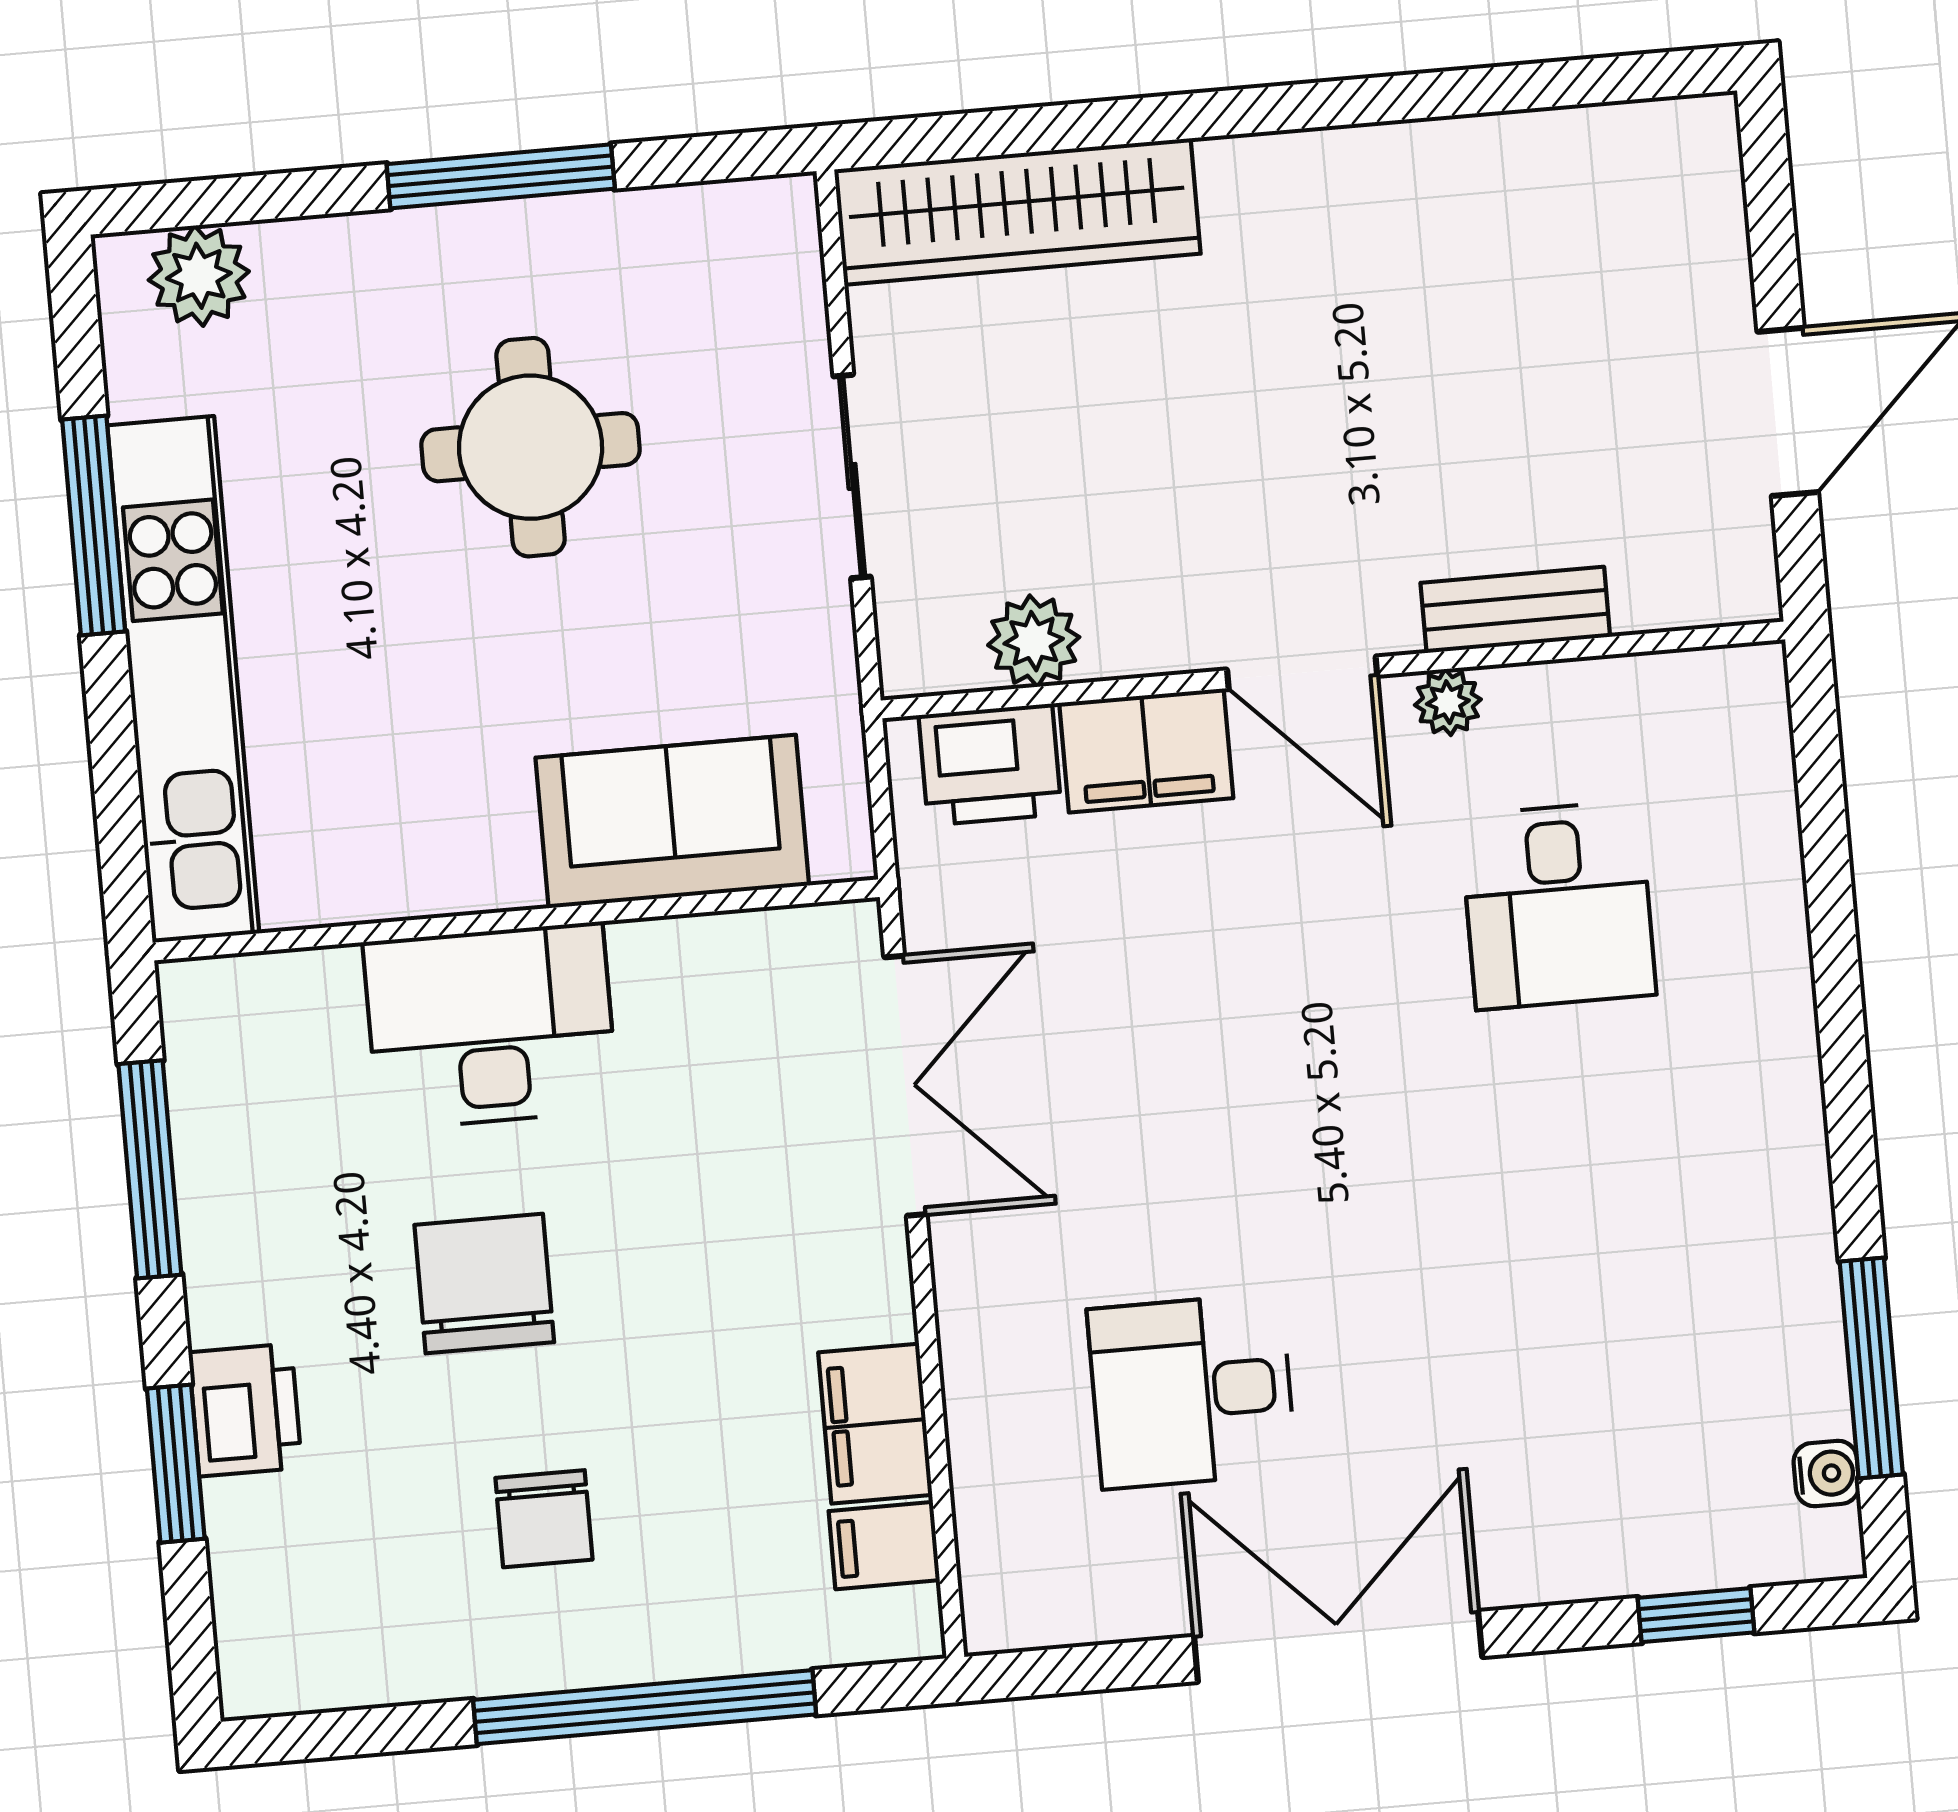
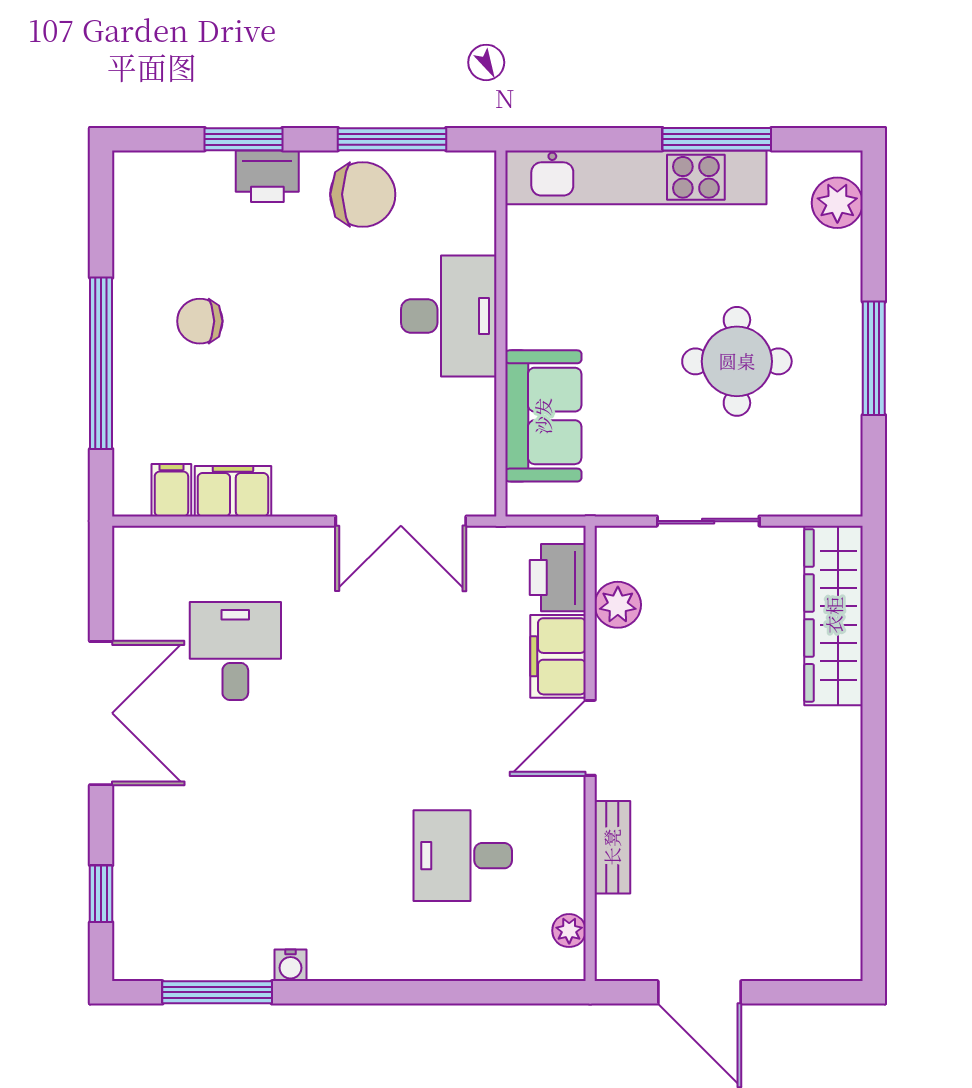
plant: (1448, 702) -> (569, 931), moved
chair: (484, 1284) -> (363, 194), moved
water cooler: (1826, 1473) -> (290, 965), moved

